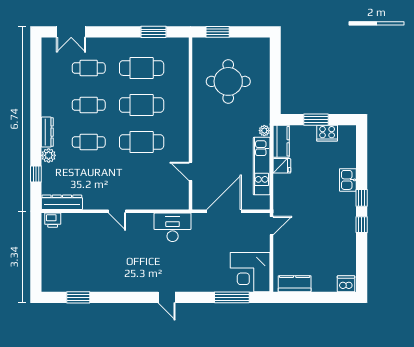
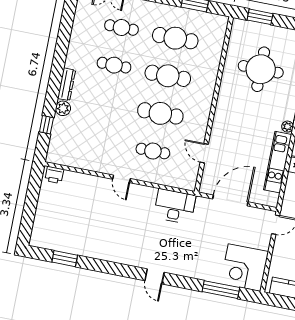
cafe table: (89, 142) -> (153, 151), moved
dresser: (62, 202) -> (67, 159), removed

